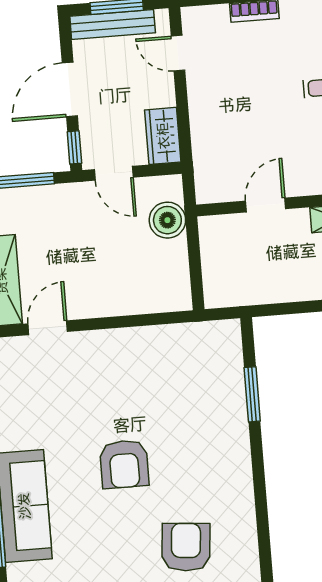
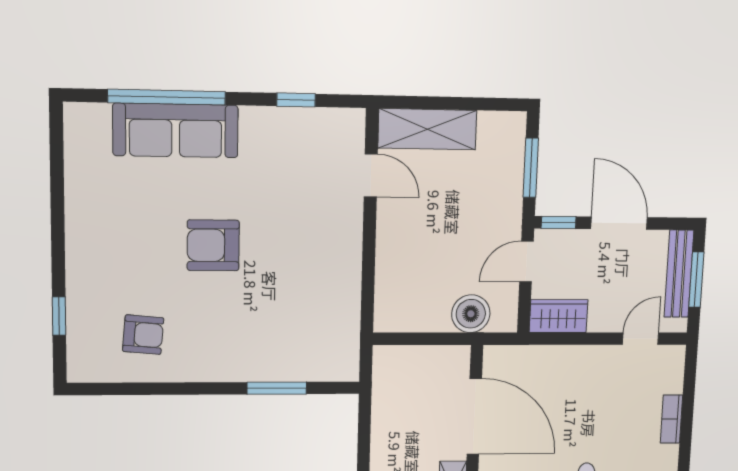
door: (266, 205) -> (474, 416), width x1.87
armchair: (186, 547) -> (143, 335), moved, width x0.72, depth x0.72

